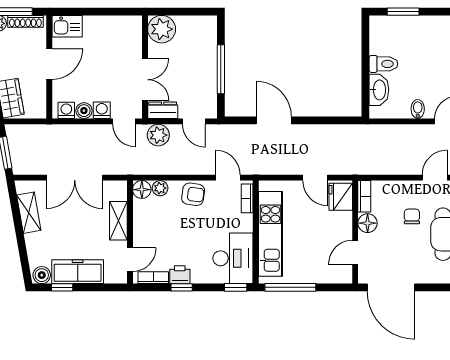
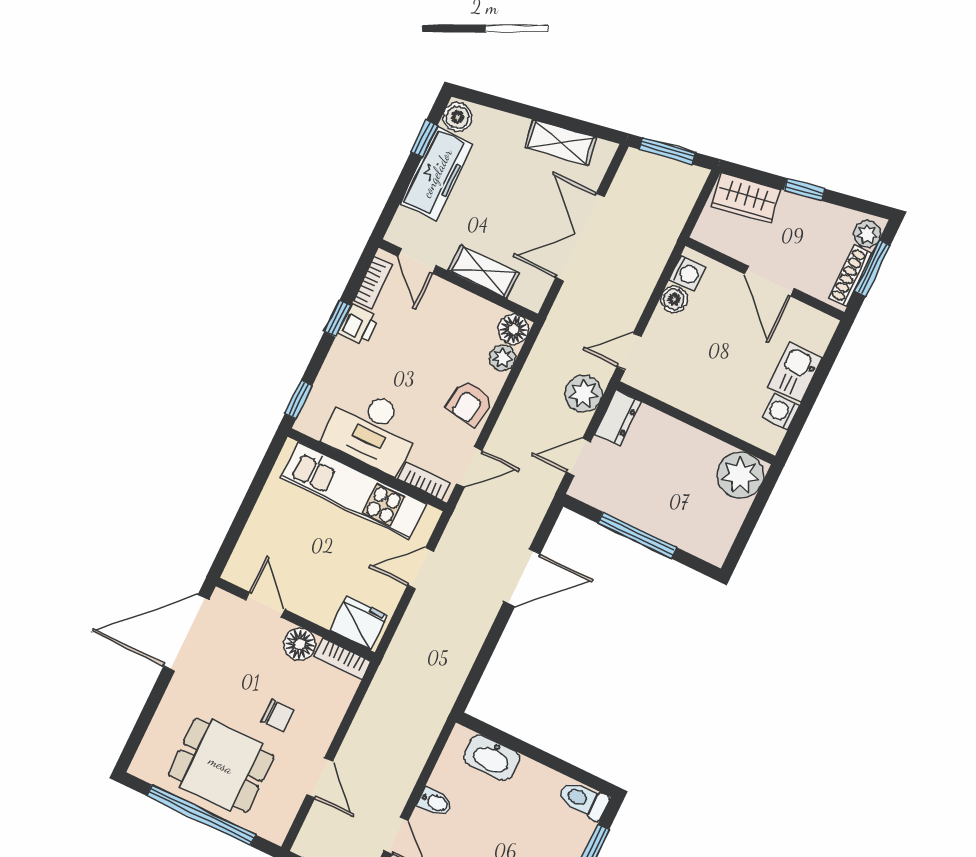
kitchen sink: (67, 26) -> (795, 372), moved
toilet: (383, 64) -> (583, 800), moved, turned 90
double door: (145, 80) -> (677, 414), removed
washing machine: (102, 110) -> (781, 411), moved, turned 180
door: (315, 178) -> (421, 568), moved
desk: (233, 258) -> (372, 430), moved
window: (290, 287) -> (259, 482), removed

